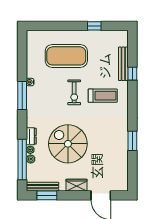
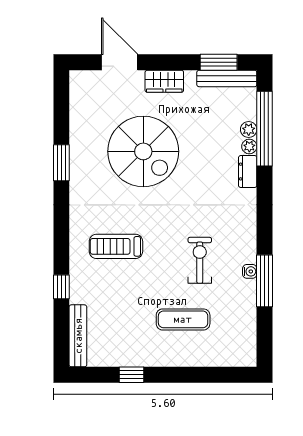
exercise mat: (66, 56) -> (183, 319), width x0.50, depth x0.69
bench: (123, 64) -> (78, 336), moved
exercise bike: (74, 92) -> (200, 260), moved
window: (22, 95) -> (264, 281), moved
spiral stairs: (68, 144) -> (143, 151), moved

